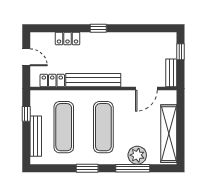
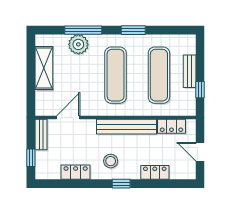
locker: (140, 39) -> (76, 172), added
stool: (108, 49) -> (111, 161), added
shelving: (169, 134) -> (44, 68), width x0.68
bench: (36, 136) -> (190, 71), width x0.73

